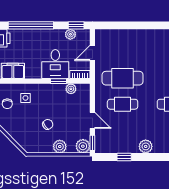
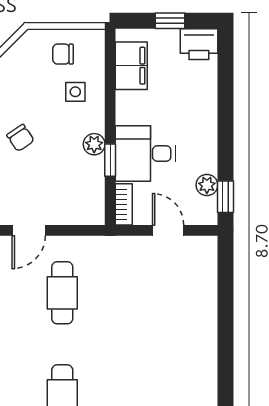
window: (31, 25) -> (225, 103), removed
cafe table: (123, 78) -> (116, 293), removed
plant: (71, 89) -> (94, 144), moved

